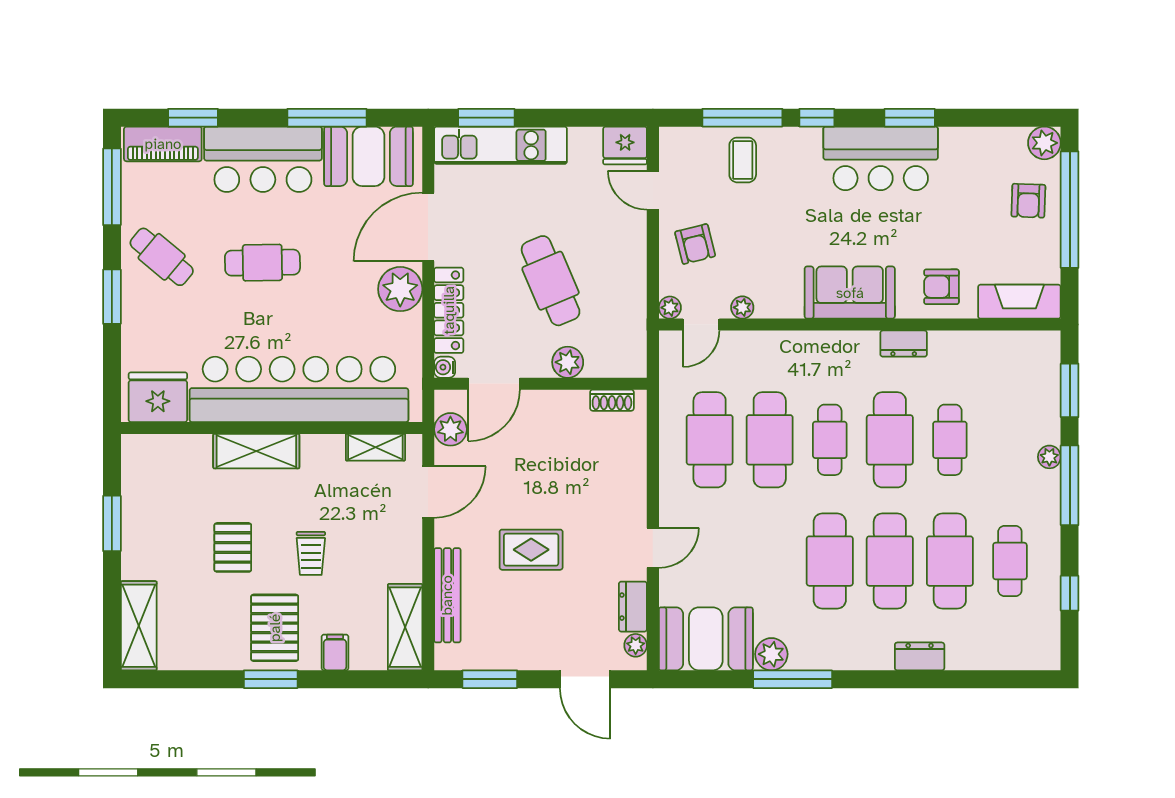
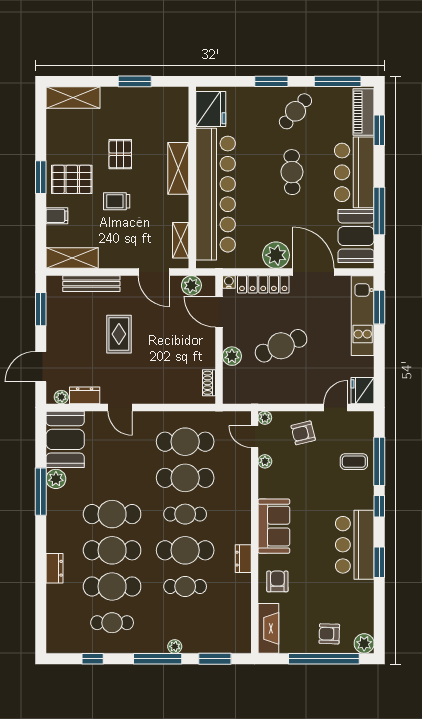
pallet: (233, 547) -> (120, 154), turned 90

